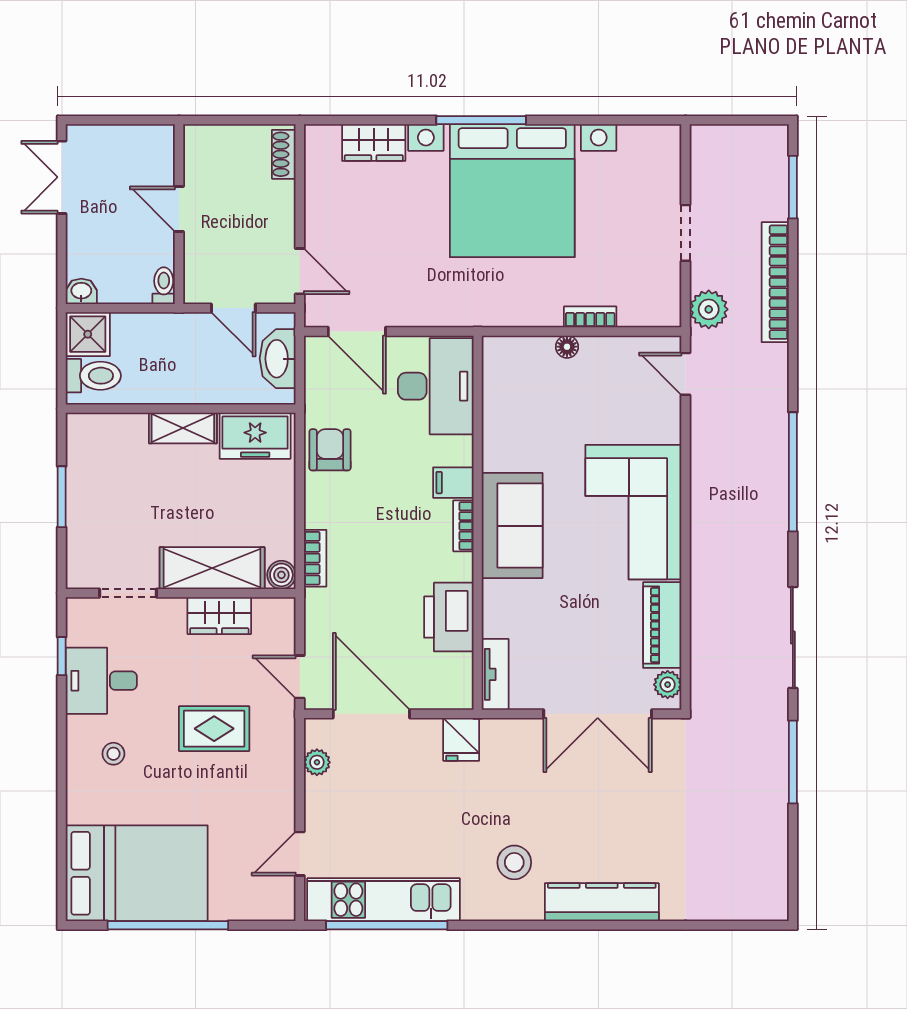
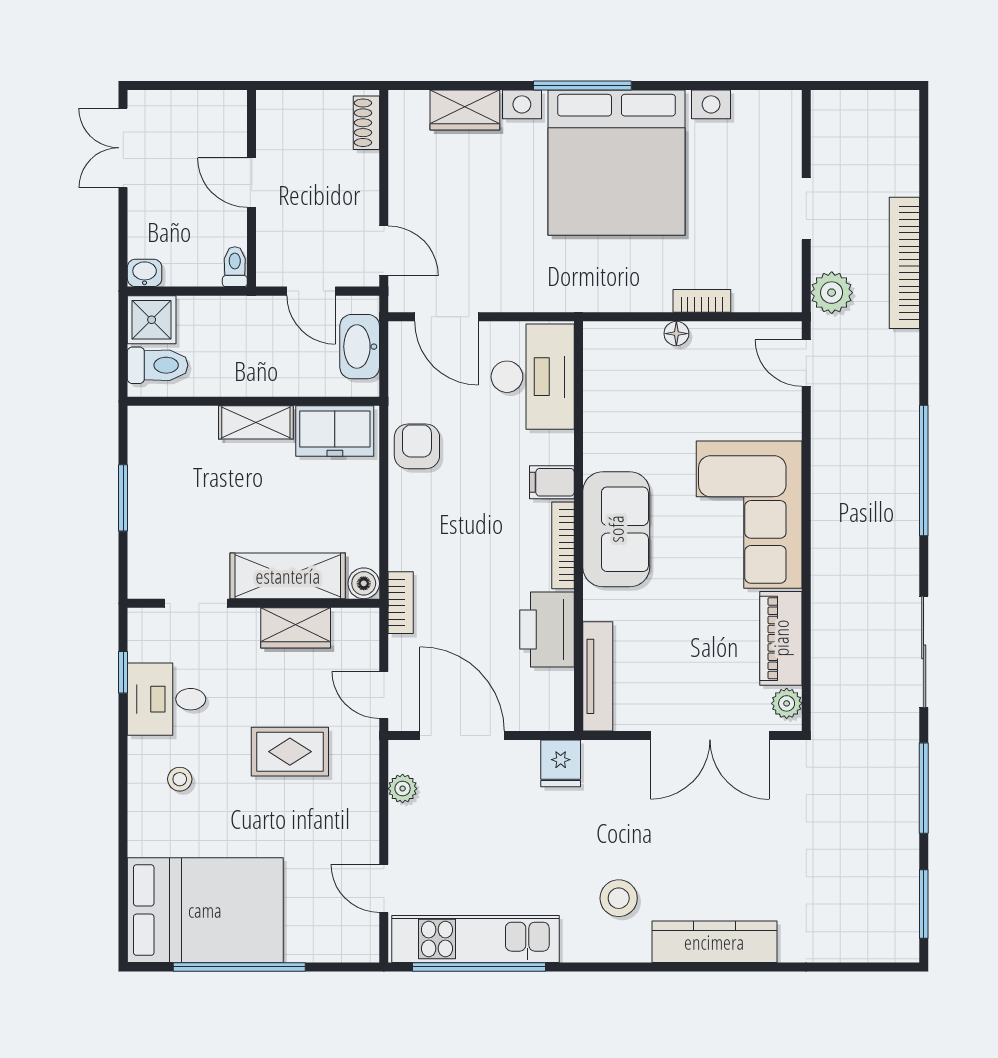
window: (793, 187) -> (924, 904), moved
bookcase: (463, 526) -> (563, 545), width x1.56
bookcase: (315, 558) -> (401, 603), moved
tv unit: (495, 674) -> (598, 676), width x1.41
door: (300, 854) -> (384, 888), hinge flipped

